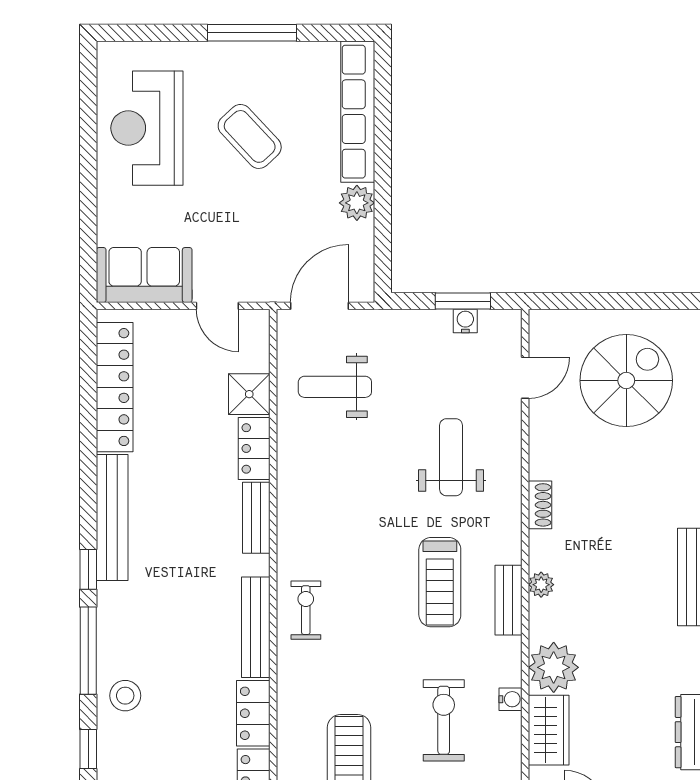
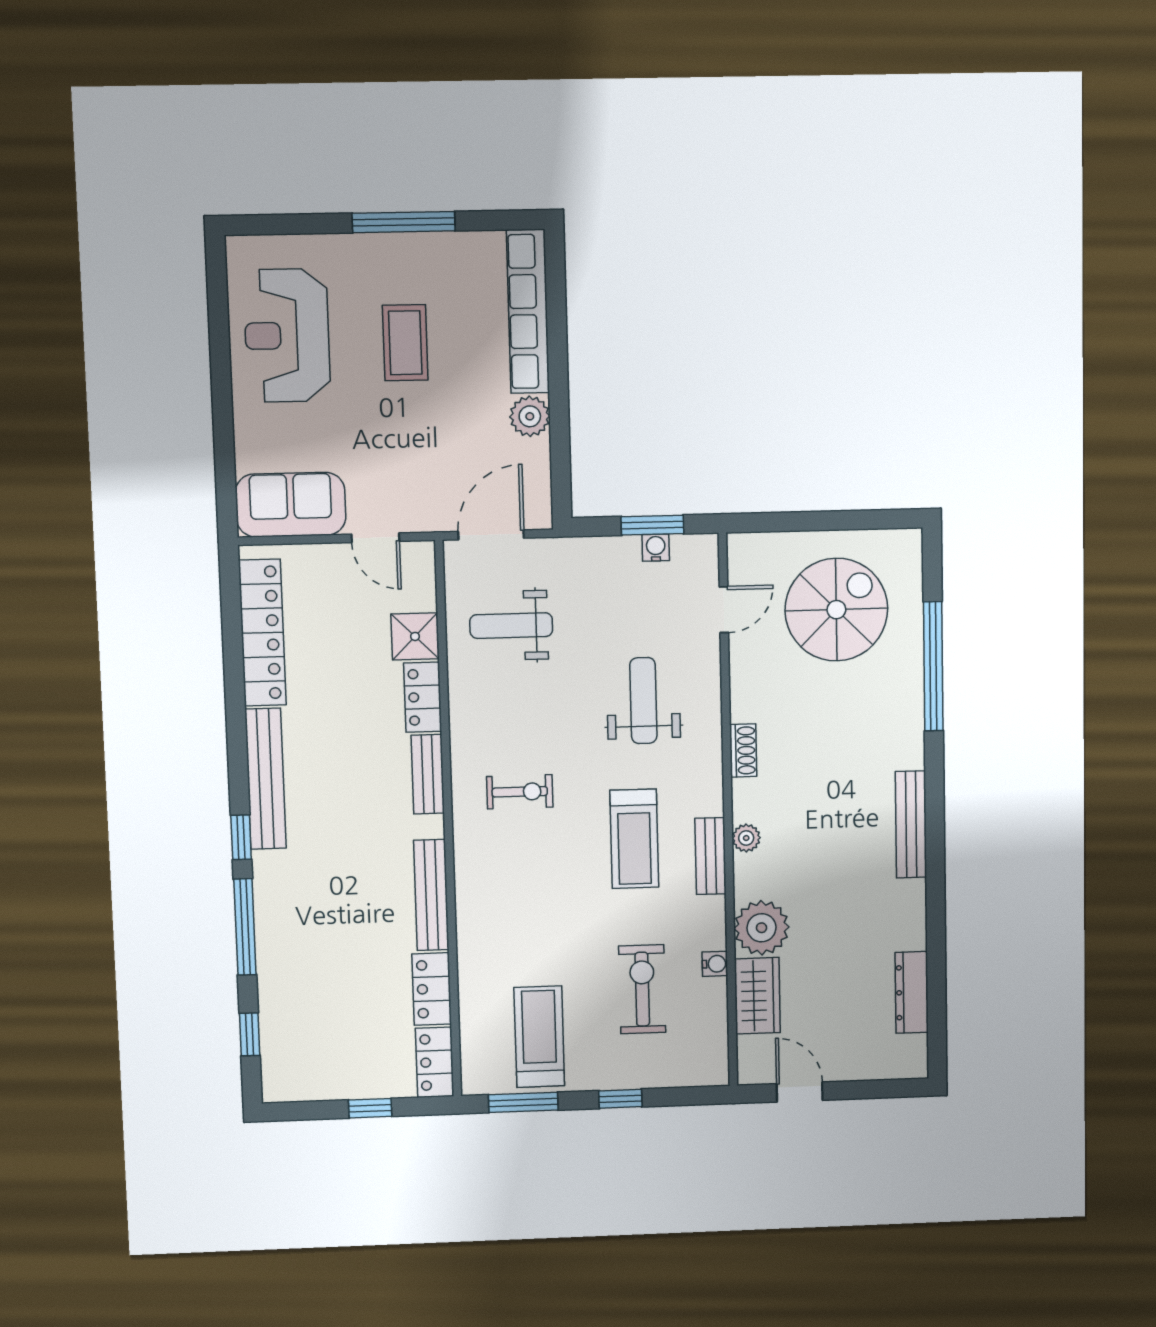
coffee table: (250, 136) -> (405, 343), turned 43
exercise bike: (306, 610) -> (520, 792), moved, turned 90
stool: (125, 696) -> (288, 975), removed

